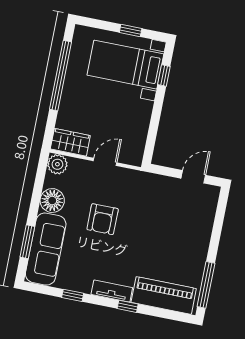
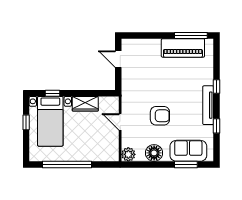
wardrobe: (70, 142) -> (85, 104), moved, turned -90
sofa: (46, 249) -> (188, 151), width x0.73
tv unit: (112, 291) -> (208, 105), width x1.41
piano: (164, 295) -> (183, 48), moved, turned -90

